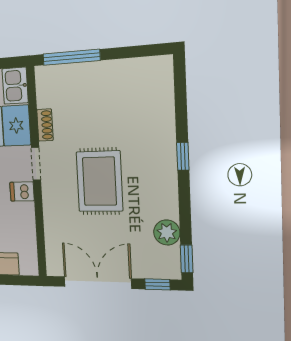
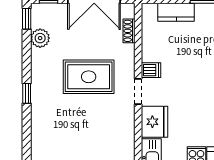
shoe rack: (45, 125) -> (129, 31), moved
rug: (99, 181) -> (89, 77), turned 90

